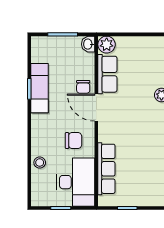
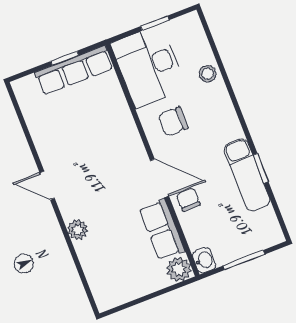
row of seats: (106, 169) -> (74, 70), moved, turned -90

